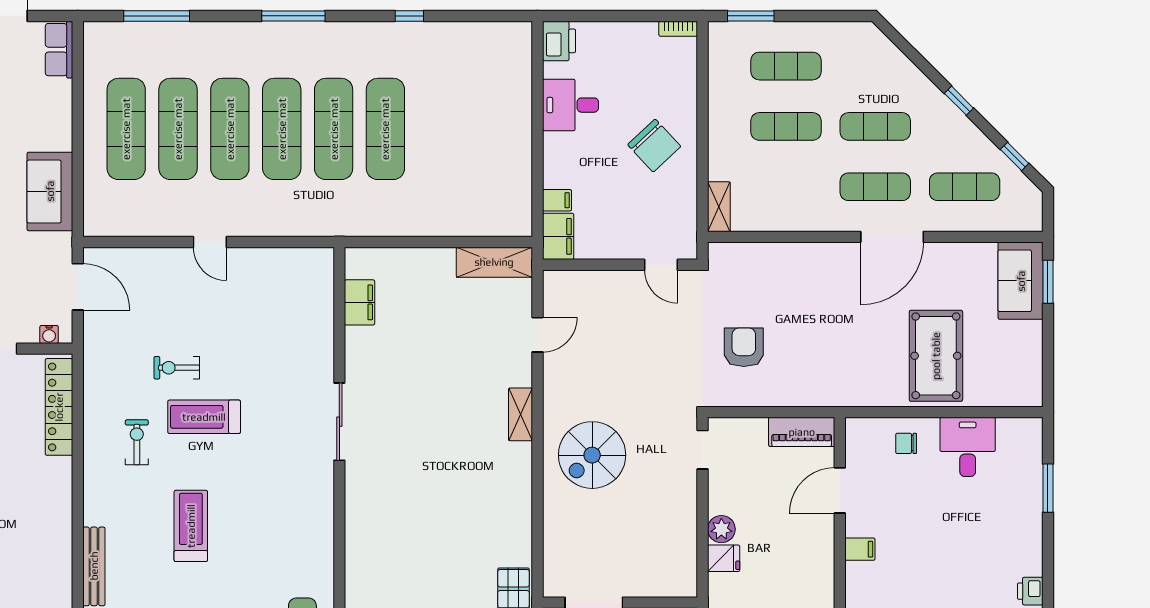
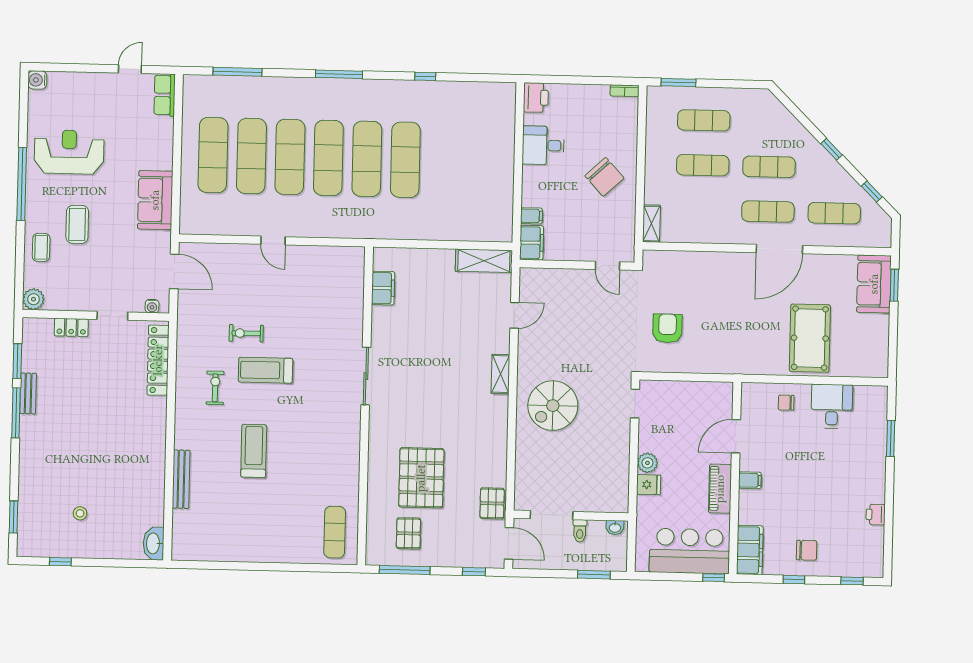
piano: (802, 432) -> (720, 489), moved, turned 90
pallet: (417, 557) -> (421, 478), added

